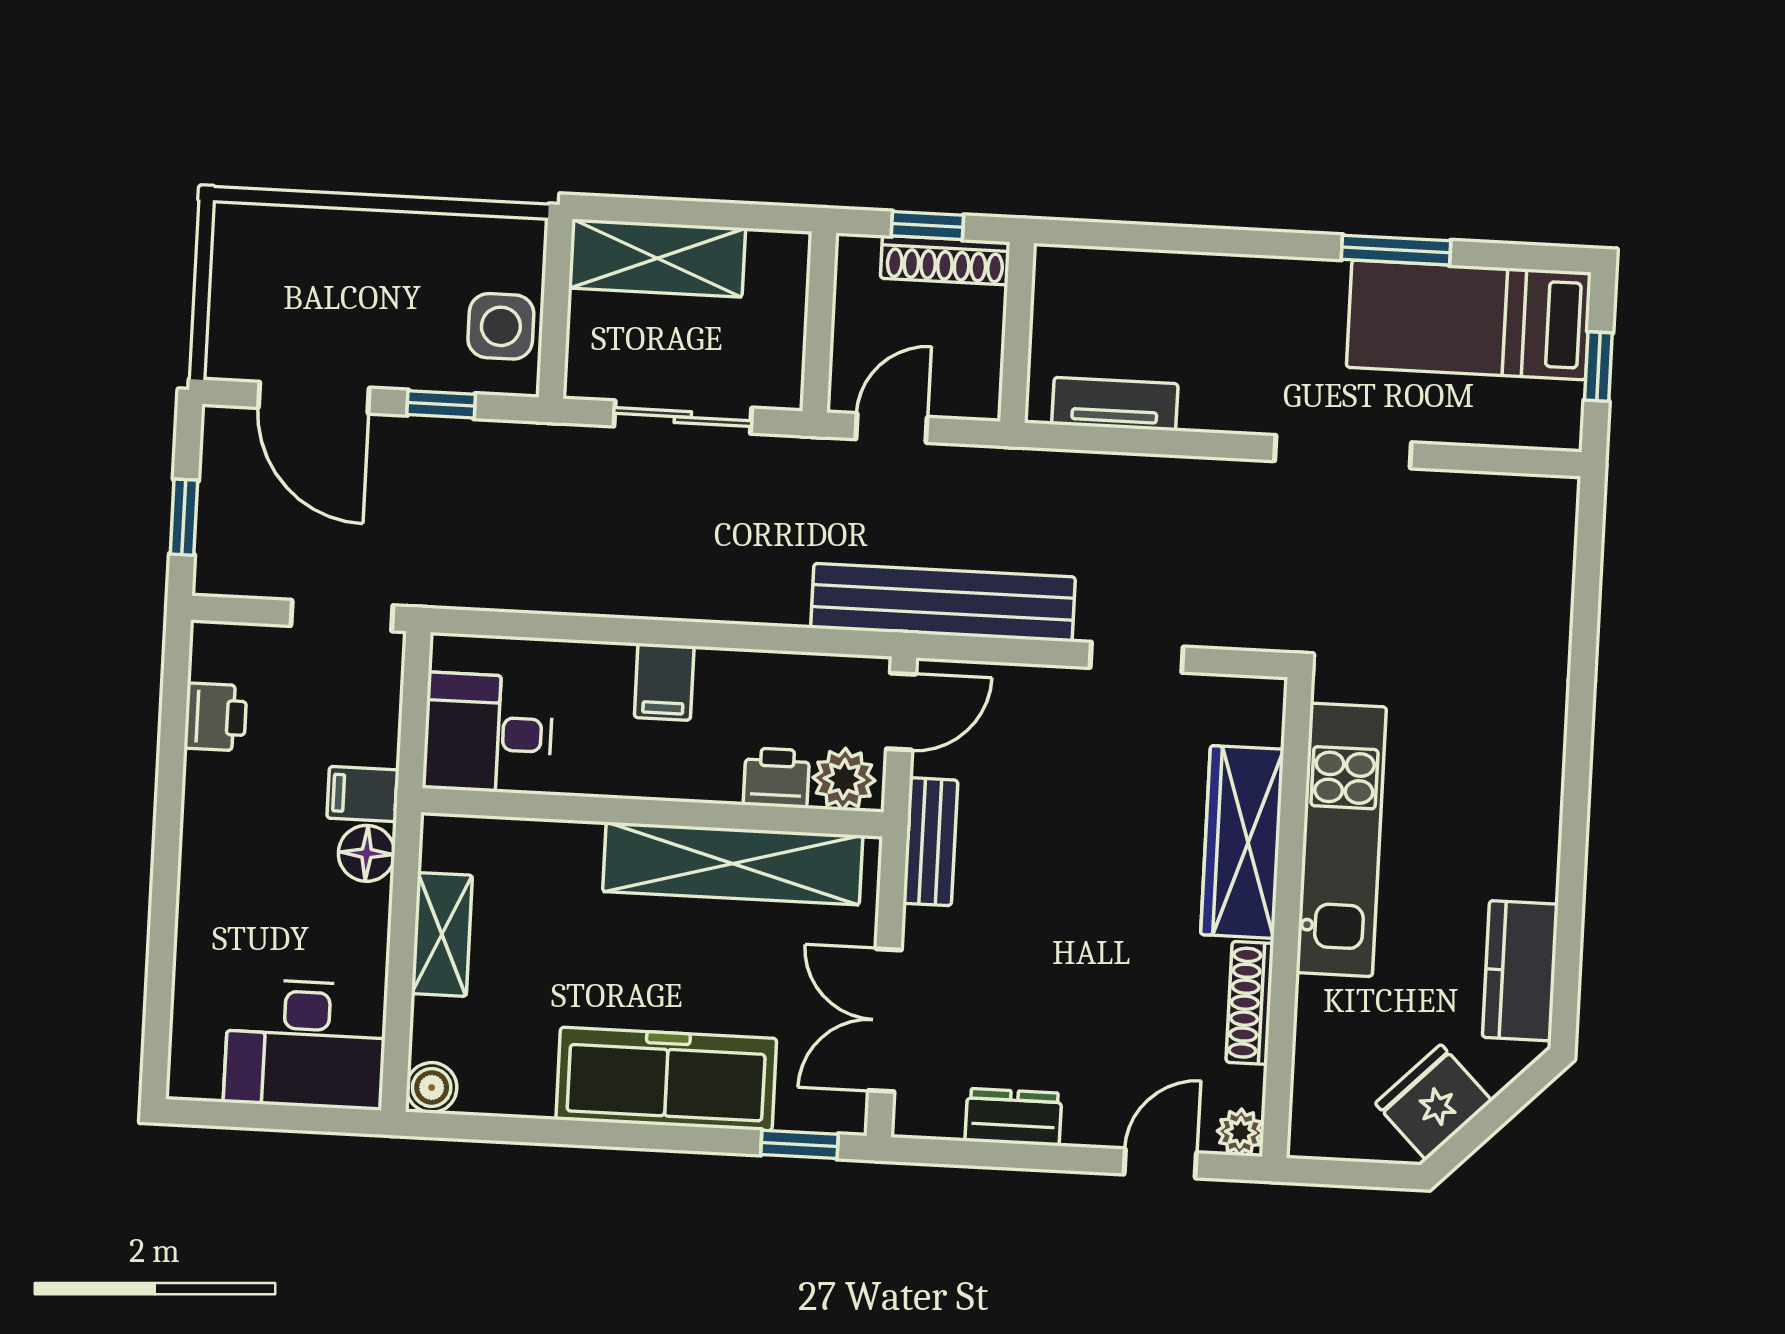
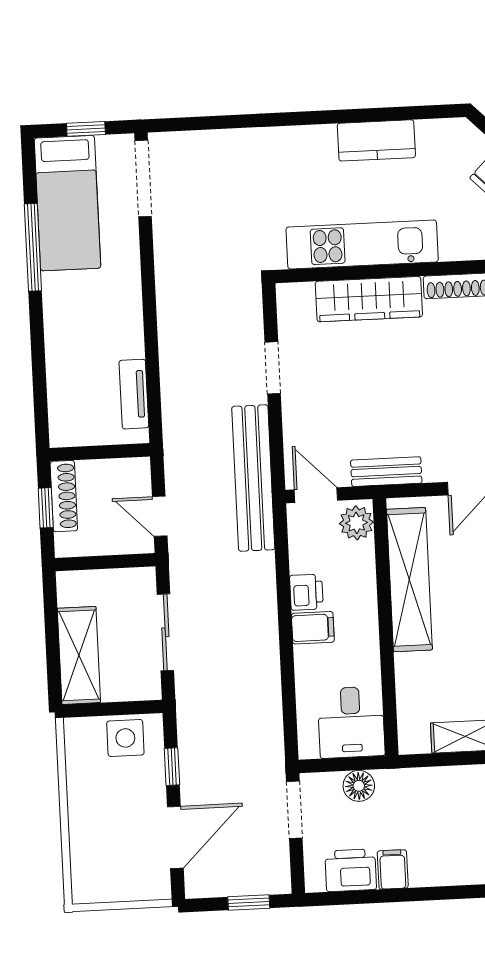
window: (1396, 250) -> (33, 247), width x1.44
doorway: (1343, 452) -> (143, 179), moved
printer: (215, 717) -> (351, 870), width x1.36, depth x1.24
printer: (776, 778) -> (306, 592), moved, turned 180
filing cabinet: (363, 794) -> (393, 869), moved, turned 180
floor lamp: (367, 853) -> (359, 786), moved
kitchen counter: (1520, 971) -> (376, 140), moved

